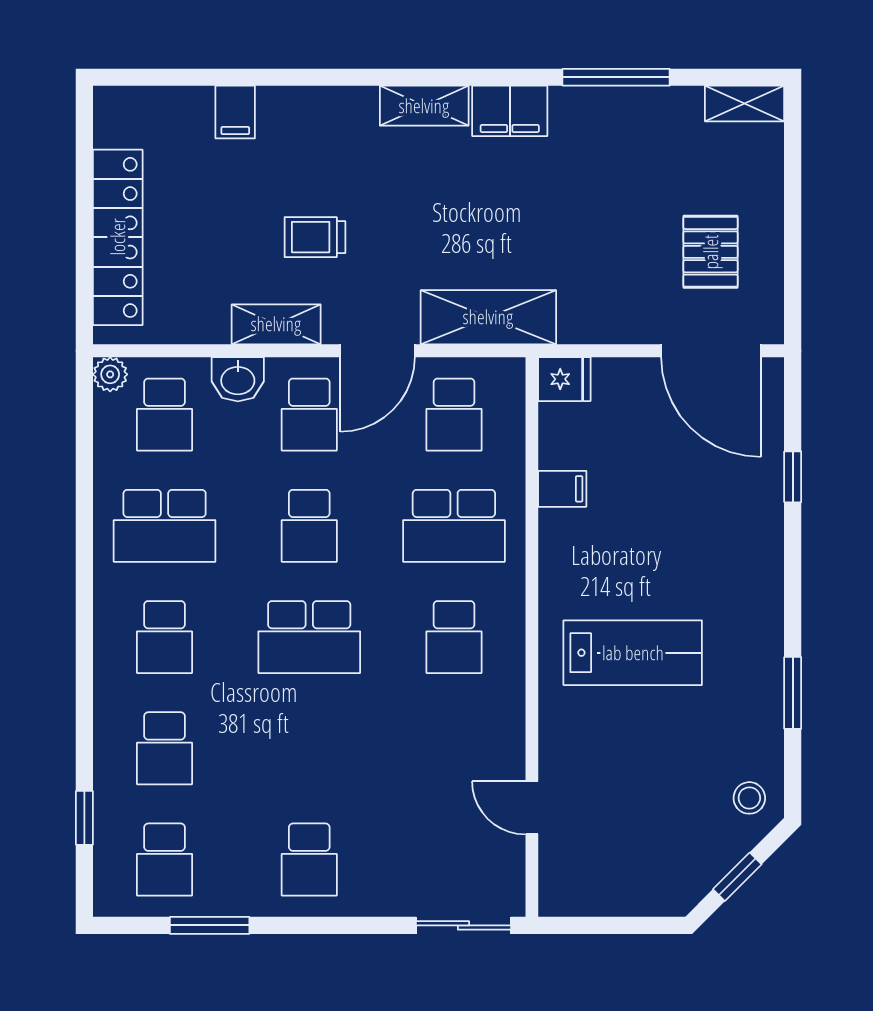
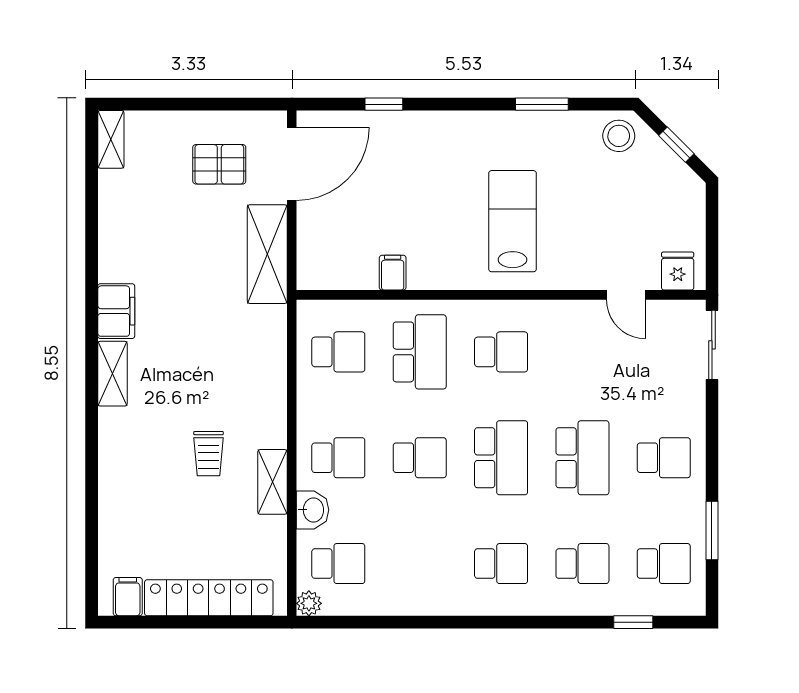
window: (616, 77) -> (92, 233), removed
filing cabinet: (235, 112) -> (128, 597), moved, turned -90
shelving: (488, 317) -> (267, 254), moved
door: (378, 351) -> (292, 408), removed
fridge: (564, 379) -> (678, 271), moved
school desk: (165, 526) -> (582, 458), moved
stool: (749, 798) -> (619, 136), width x1.37, depth x1.37
door: (532, 808) -> (626, 295), hinge flipped

